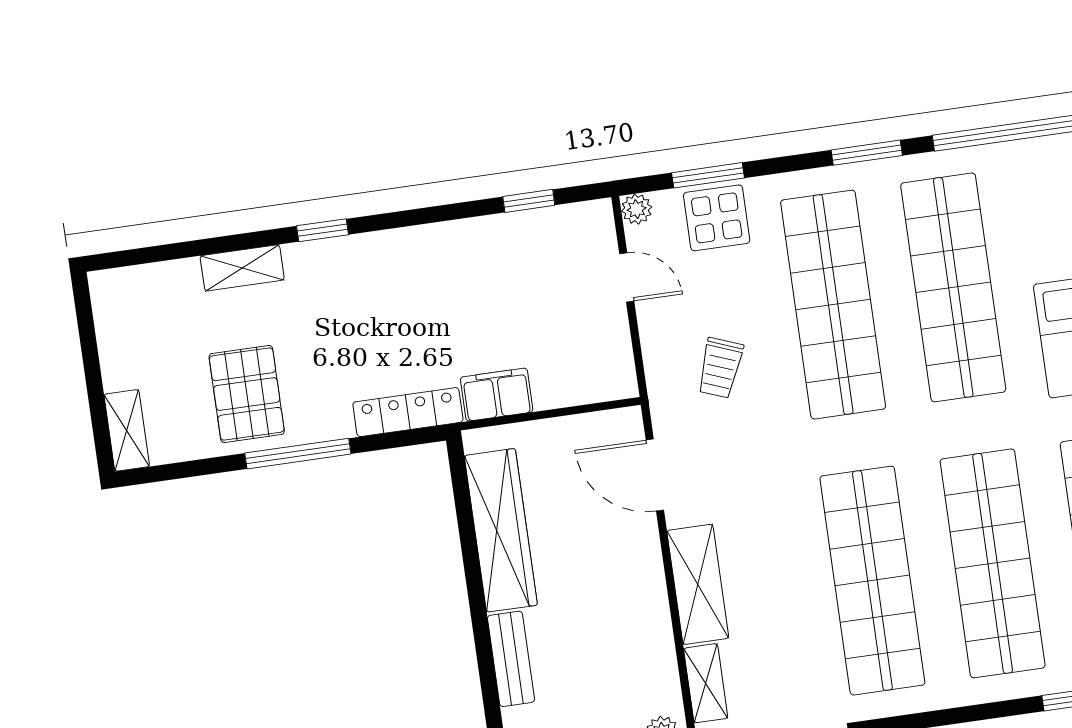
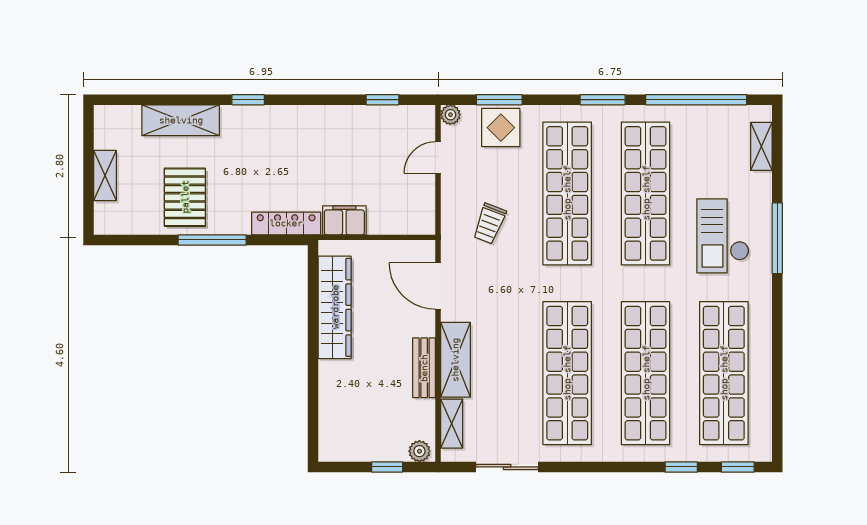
shelving: (242, 268) -> (181, 120), width x1.50, depth x1.33
door: (627, 277) -> (438, 157), swing flipped
shelving: (127, 430) -> (105, 175), moved
bench: (511, 659) -> (424, 368), moved

